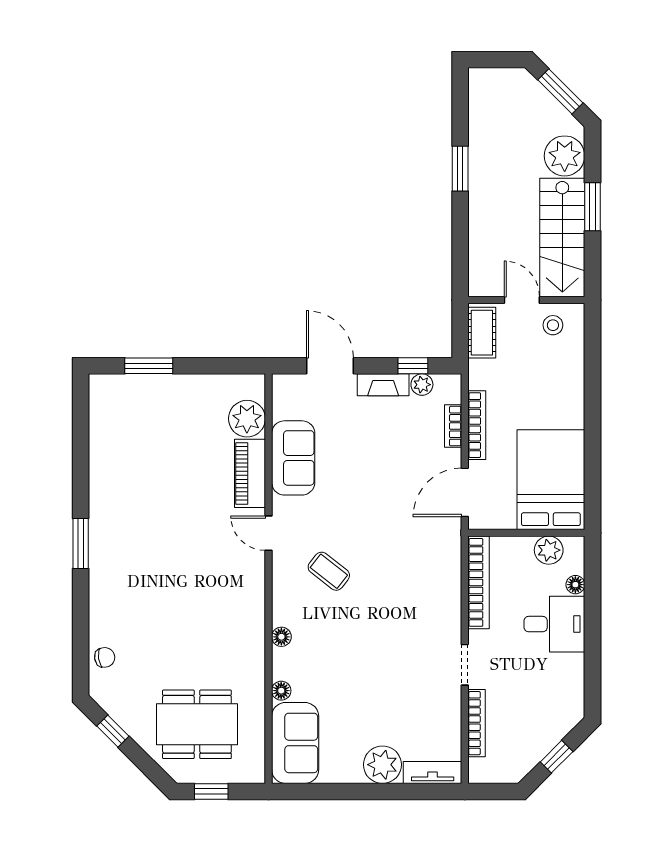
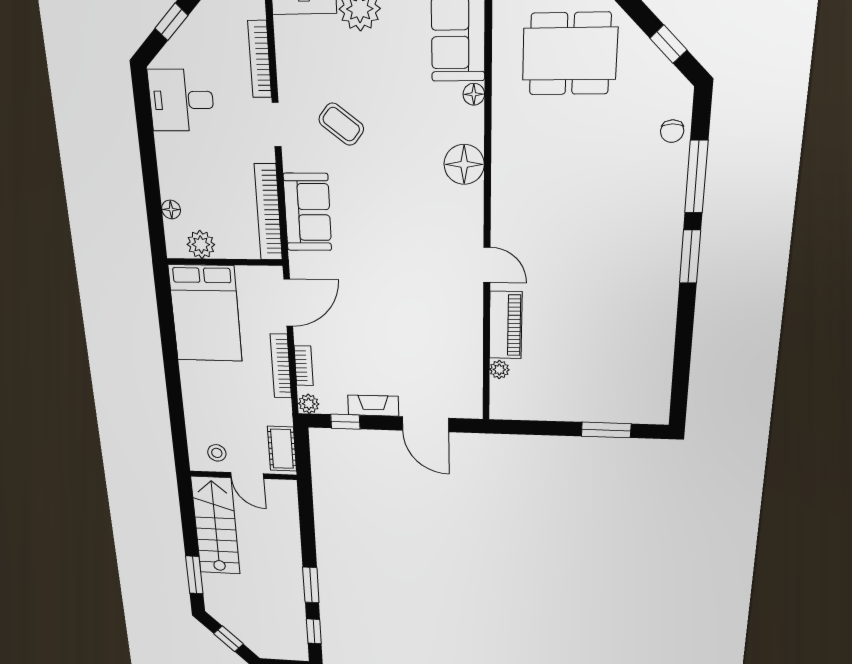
window: (560, 91) -> (229, 639), width x0.67
window: (460, 108) -> (314, 631), added
plant: (565, 156) -> (220, 590), removed
window: (593, 207) -> (194, 575), moved
plant: (422, 385) -> (309, 404), moved
plant: (247, 419) -> (499, 370), width x0.53, depth x0.53
sofa: (293, 458) -> (307, 212), moved, turned 180
coffee table: (329, 571) -> (341, 124), moved
window: (81, 617) -> (696, 177), added
desk: (554, 624) -> (181, 100), moved
floor lamp: (281, 637) -> (464, 164), width x1.89, depth x1.89
chair: (105, 657) -> (672, 131), turned -82

